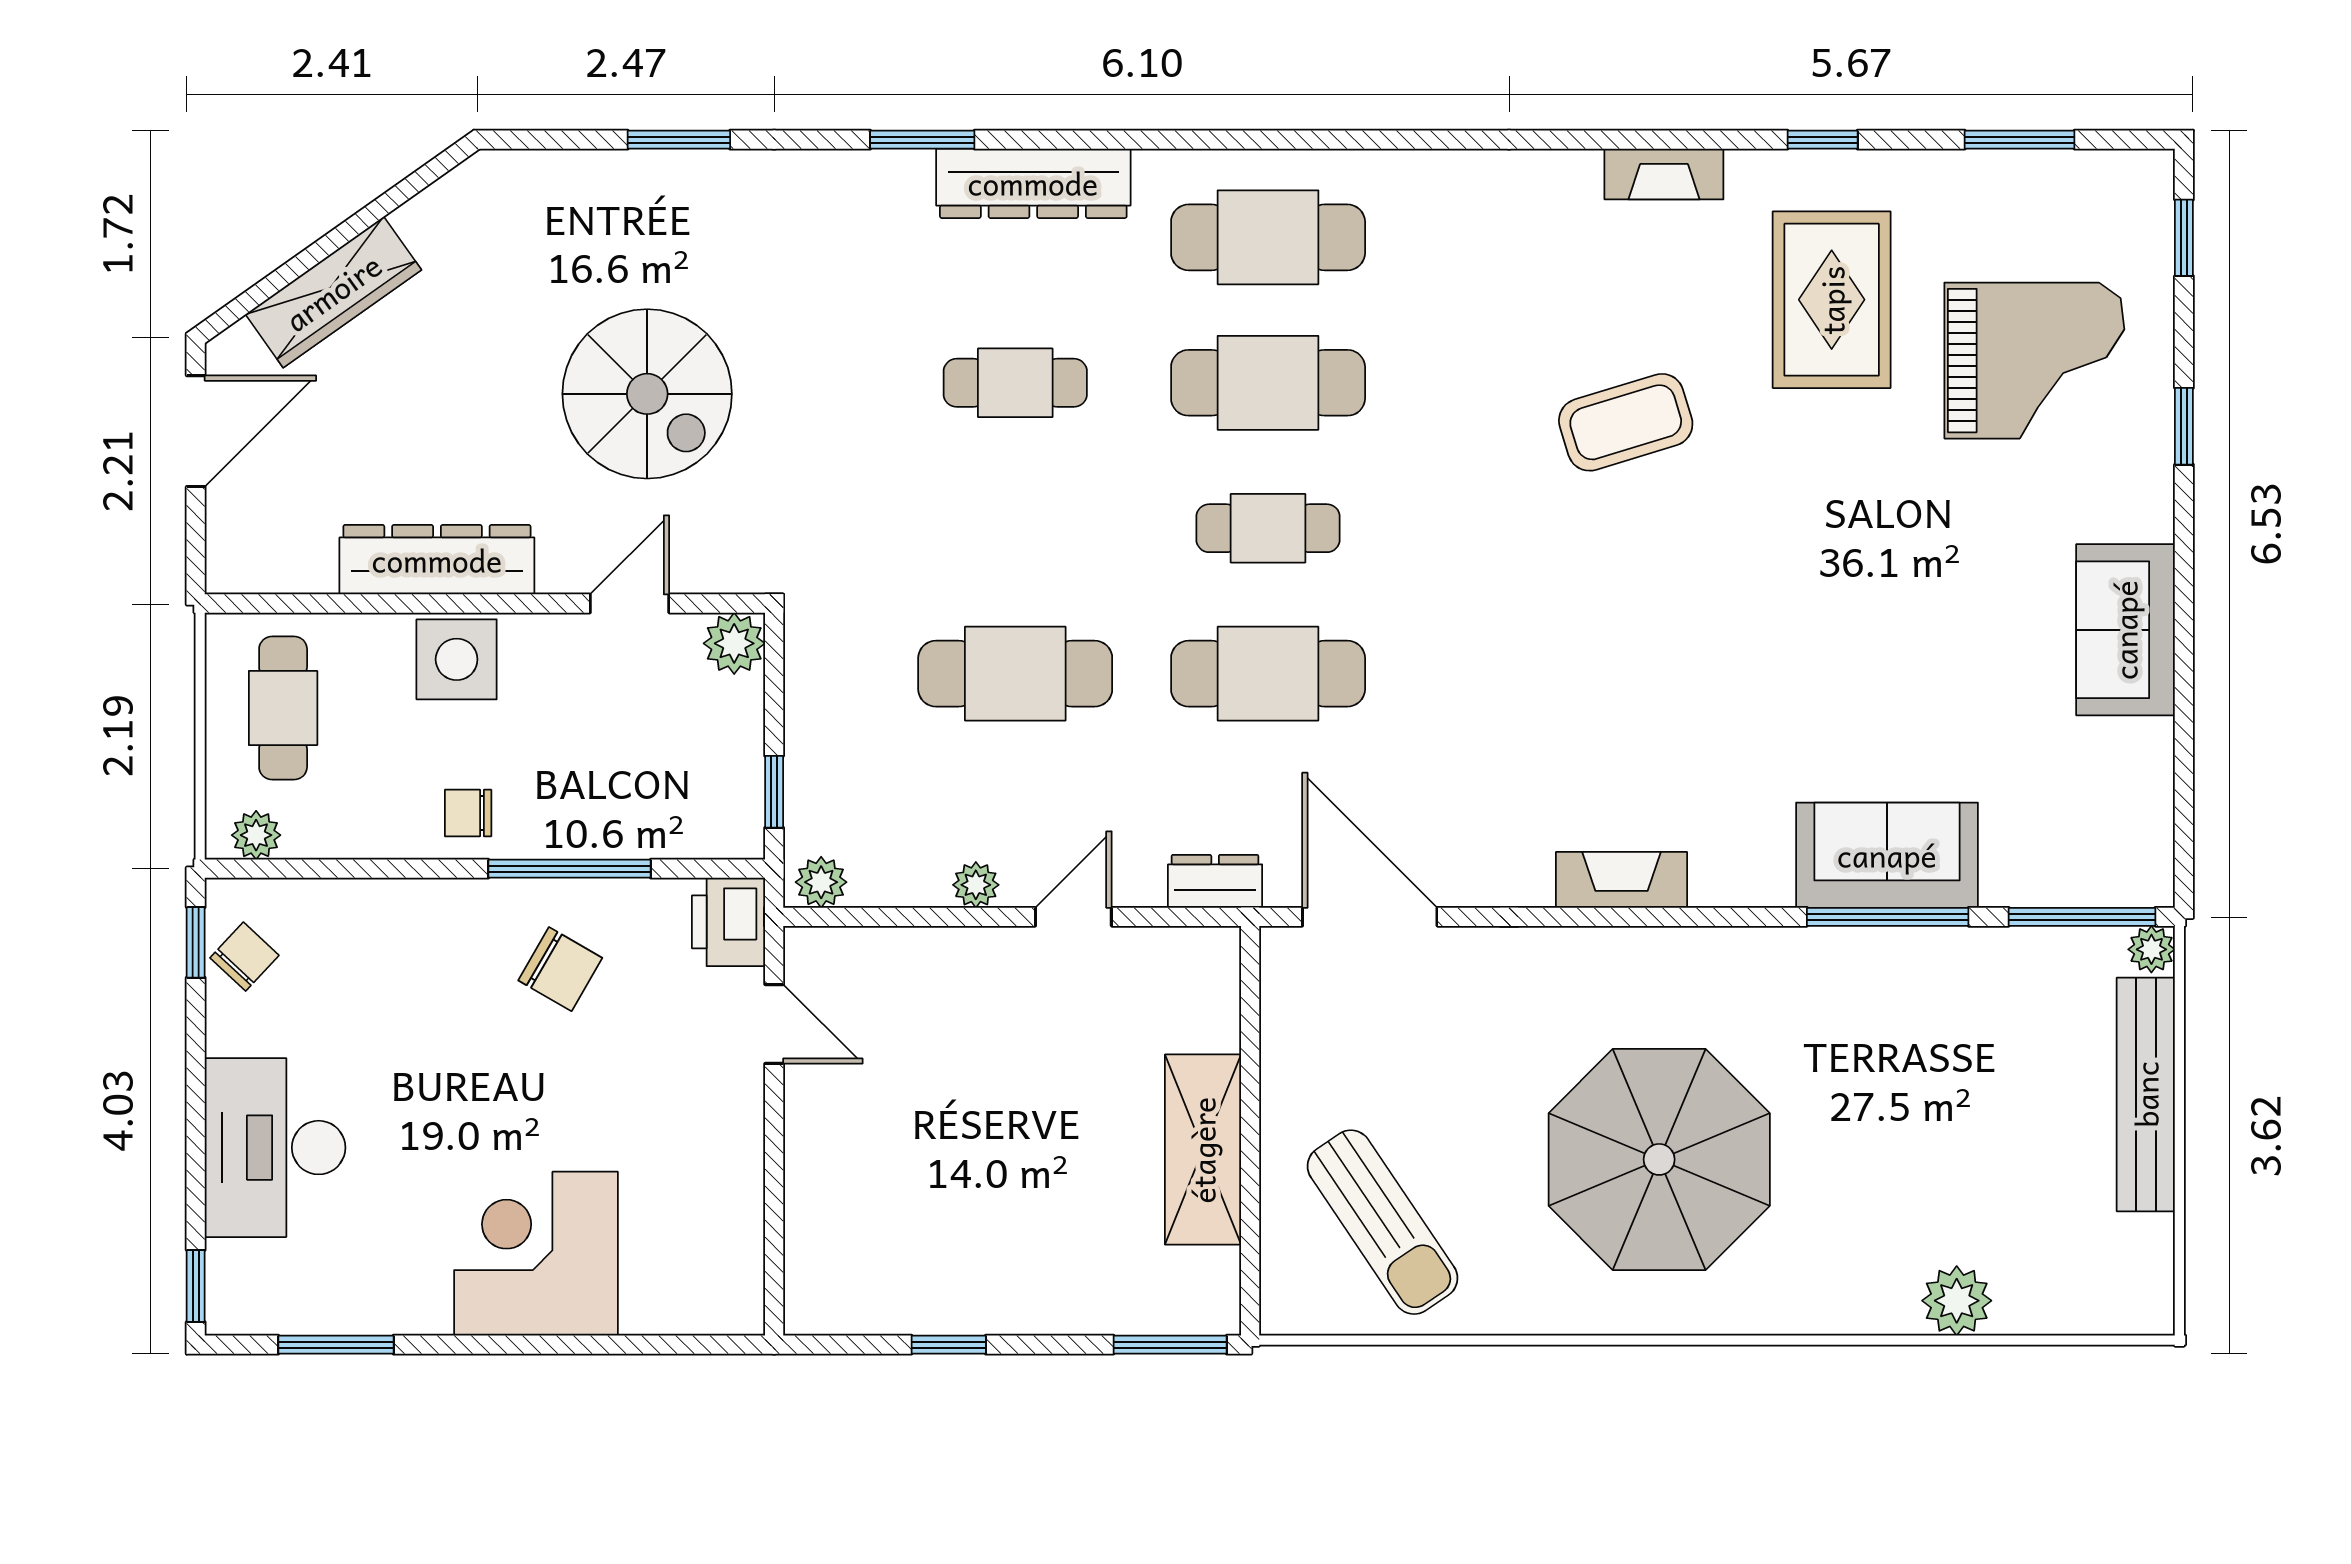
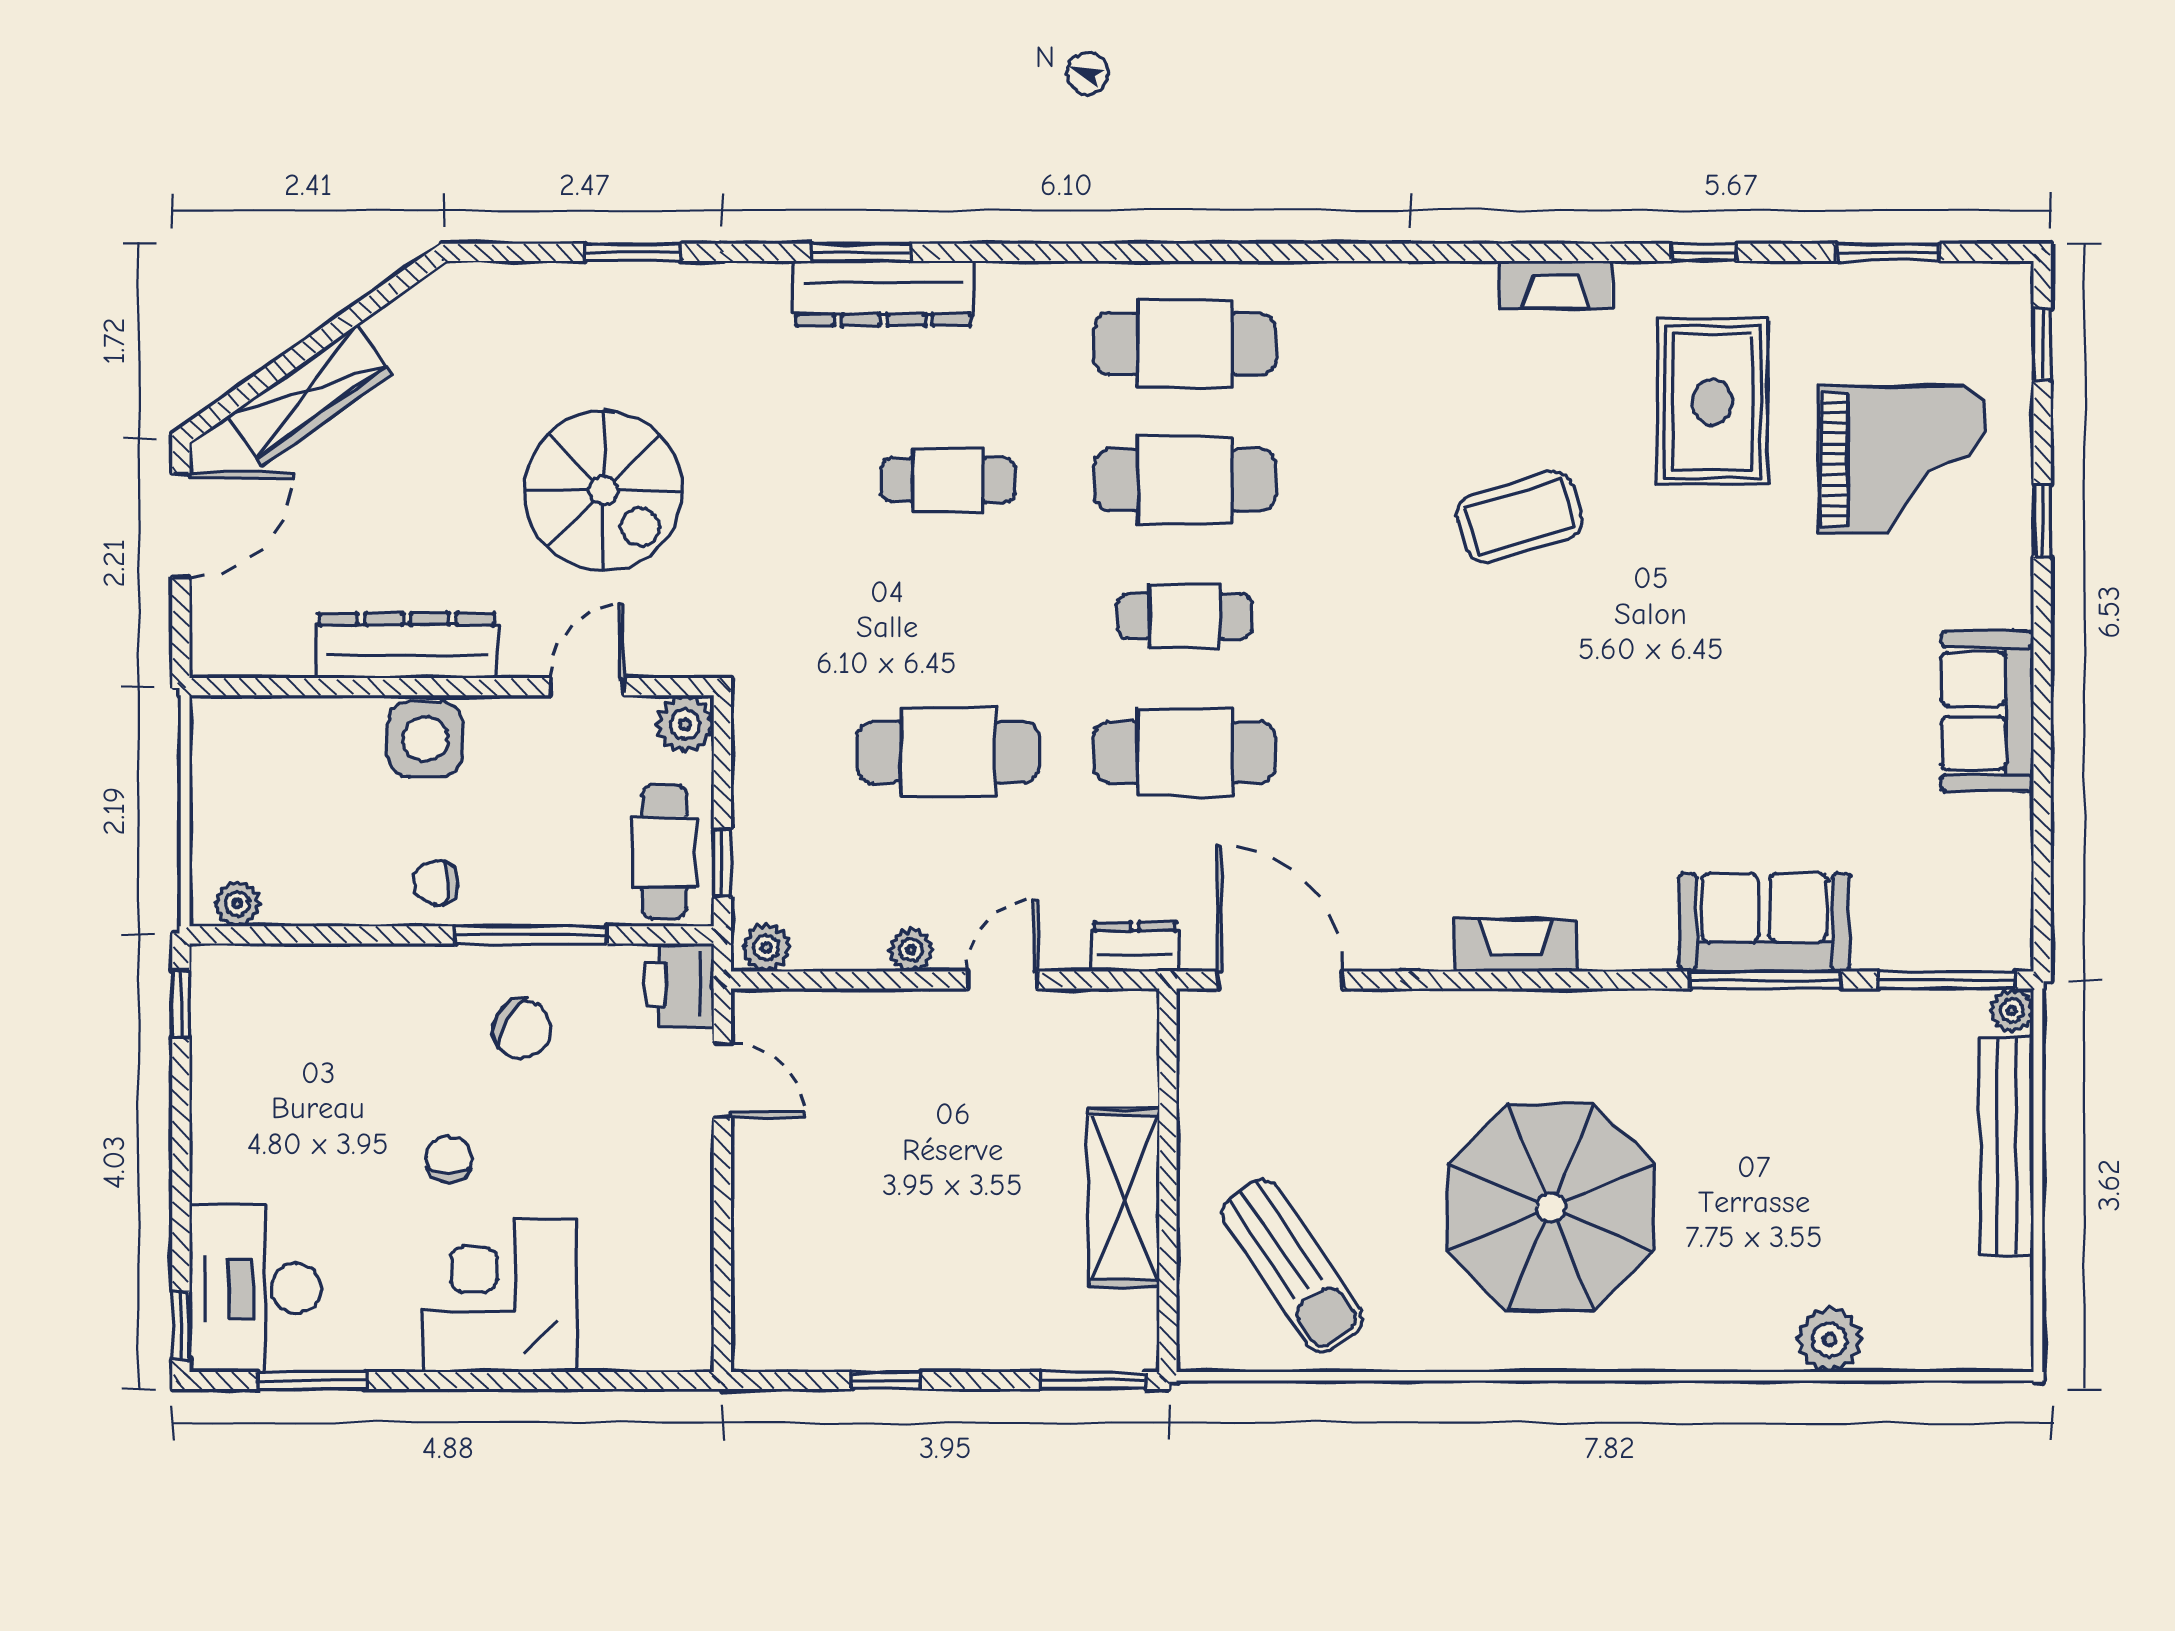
dresser: (1033, 183) -> (883, 293), moved
cafe table: (283, 708) -> (665, 852), moved
chair: (244, 957) -> (449, 1159), moved, turned -43
desk: (275, 1148) -> (255, 1288), moved

